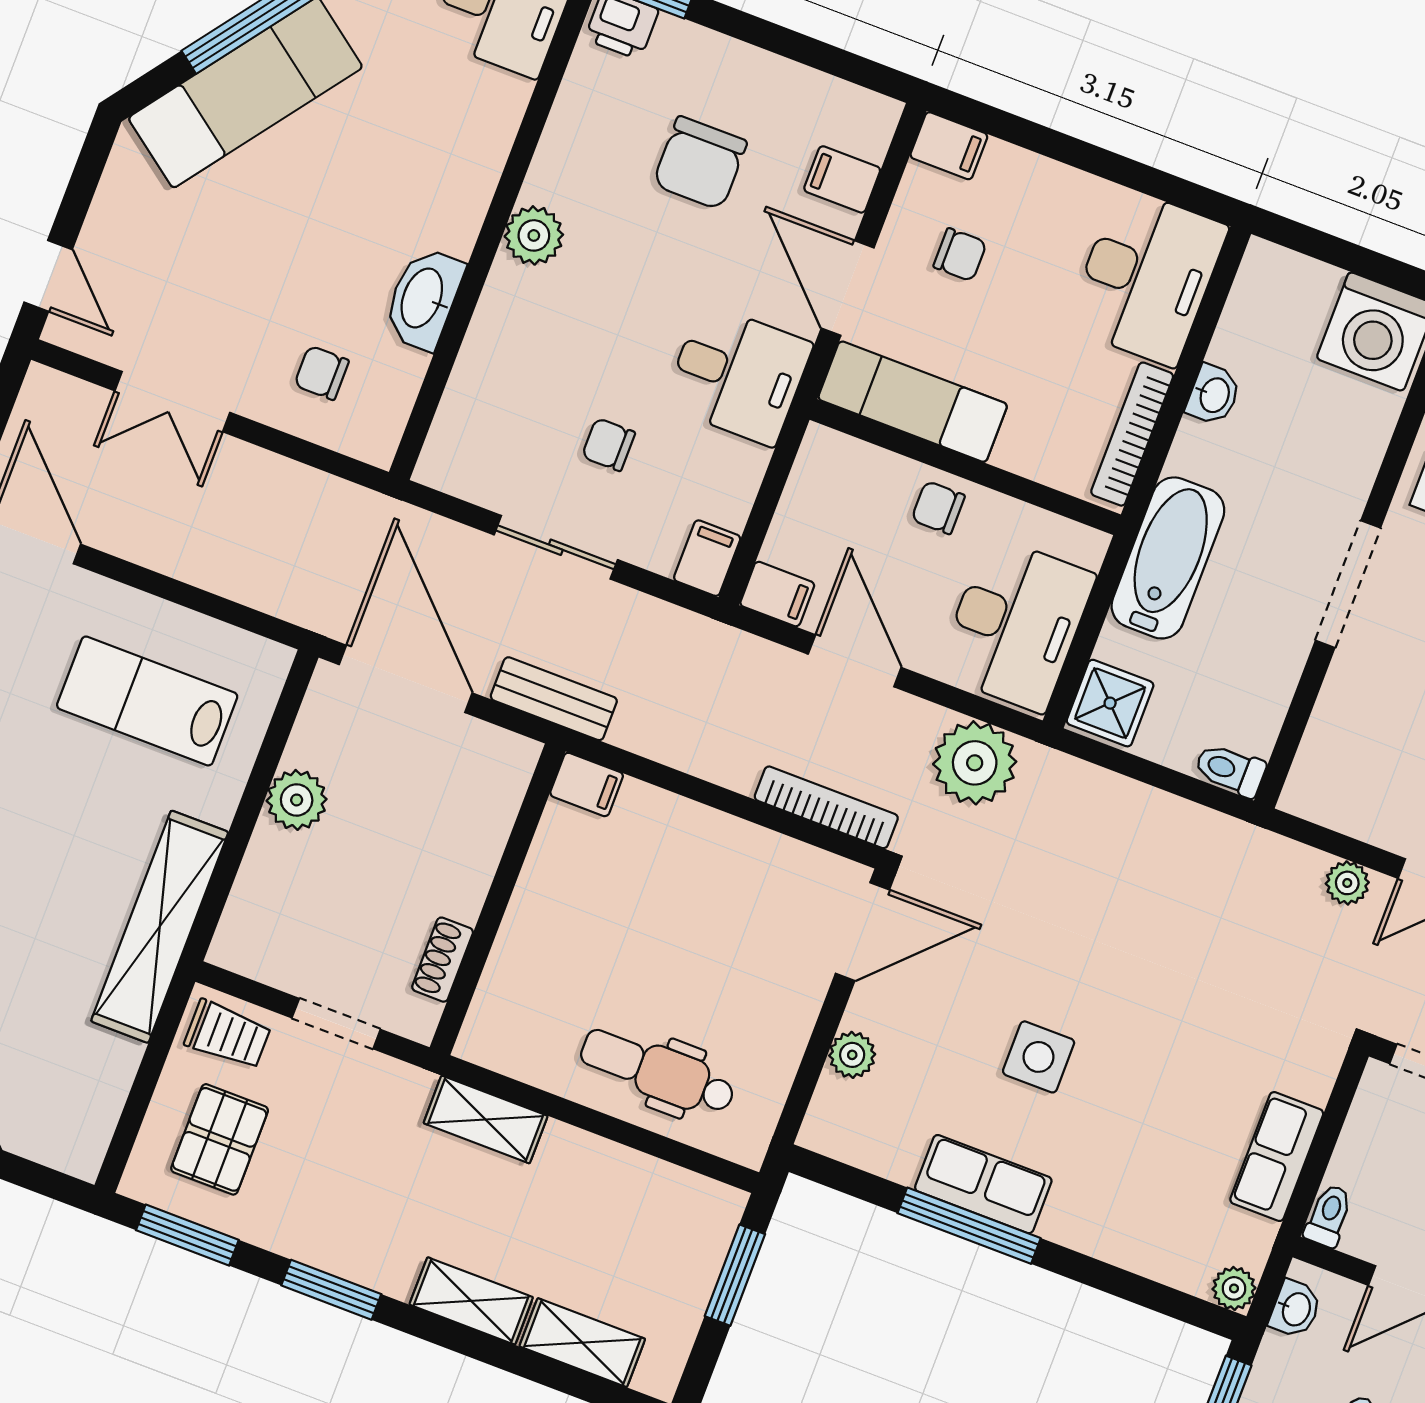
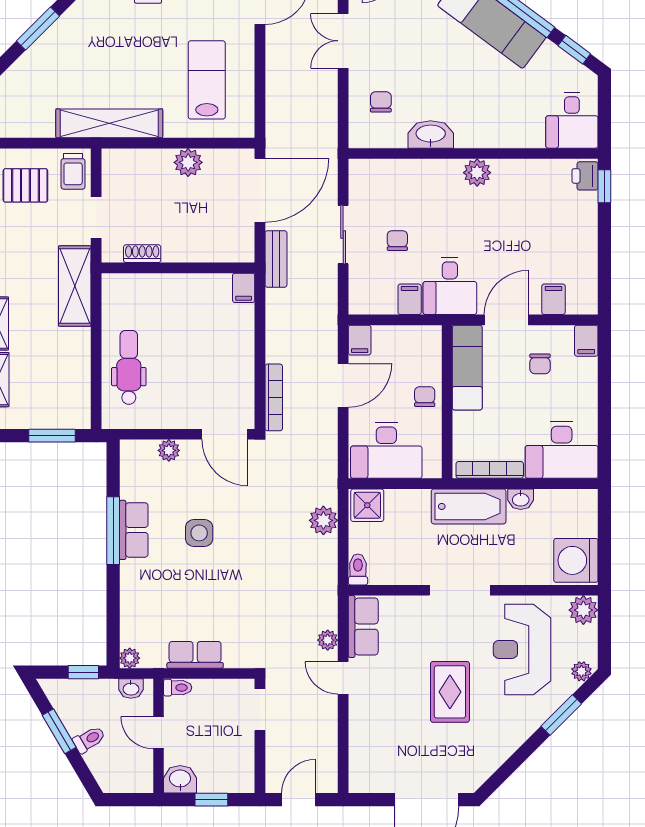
chair: (700, 163) -> (537, 234), removed
filing cabinet: (707, 558) -> (410, 299), moved, turned -90
bathtub: (1168, 558) -> (469, 506), moved
plant: (975, 763) -> (323, 520), moved, width x0.73, depth x0.73
row of seats: (1347, 802) -> (363, 627), added
shelving: (486, 1119) -> (75, 286), width x1.50, depth x1.33

